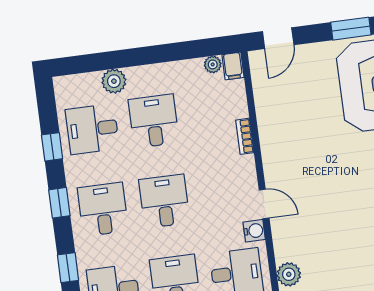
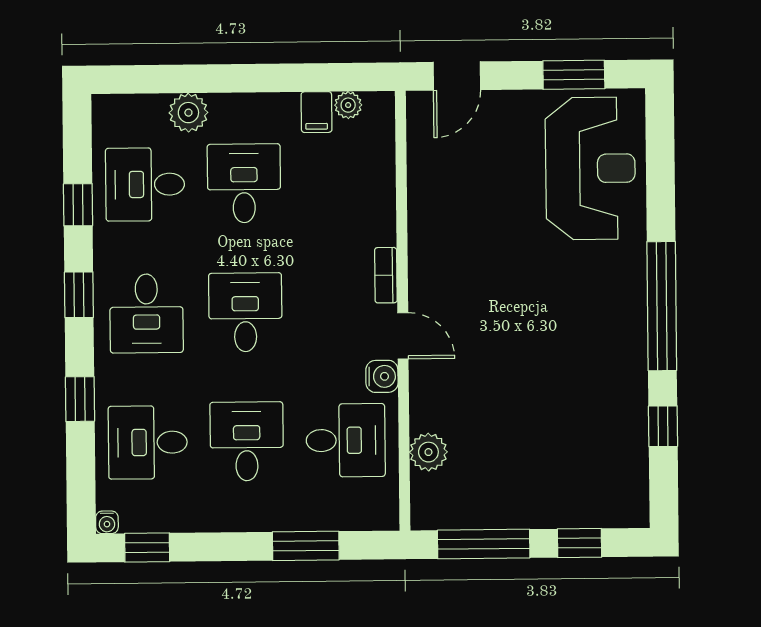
filing cabinet: (233, 66) -> (316, 112), moved
bookcase: (245, 136) -> (386, 275), moved
desk: (103, 209) -> (146, 313), turned 180

